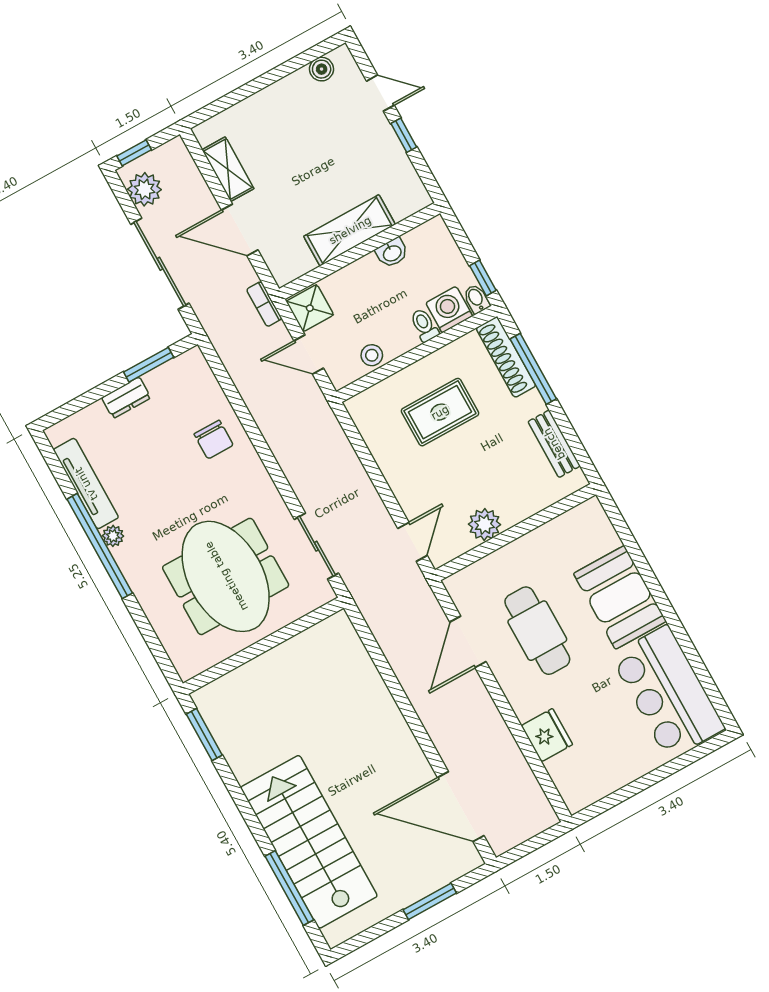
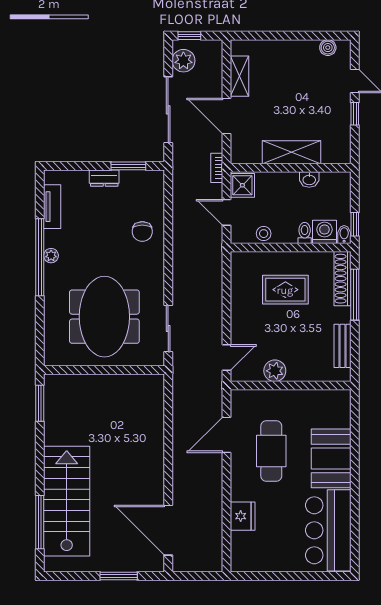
tv unit: (86, 484) -> (52, 207), width x0.71

